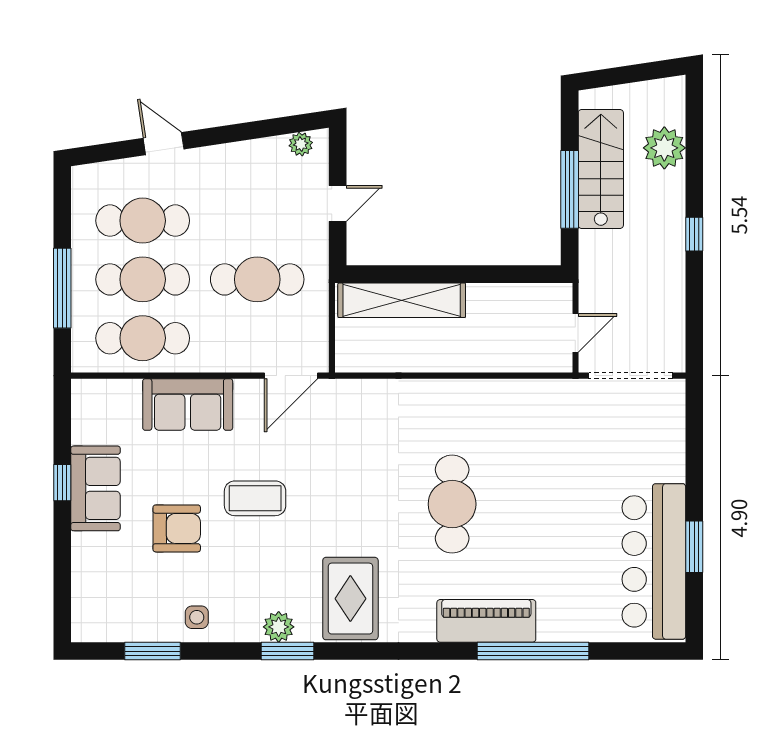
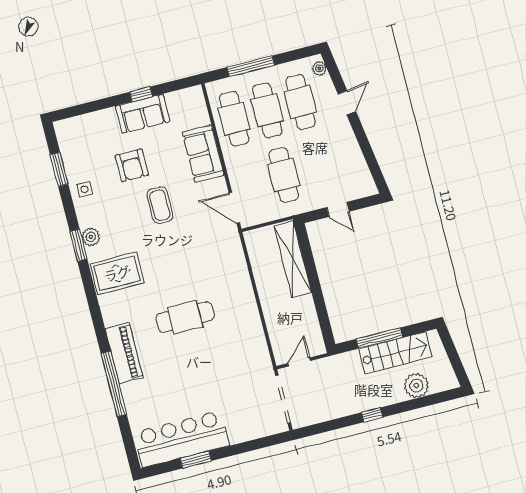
plant: (301, 144) -> (319, 68), moved
door: (575, 333) -> (299, 362), swing flipped

